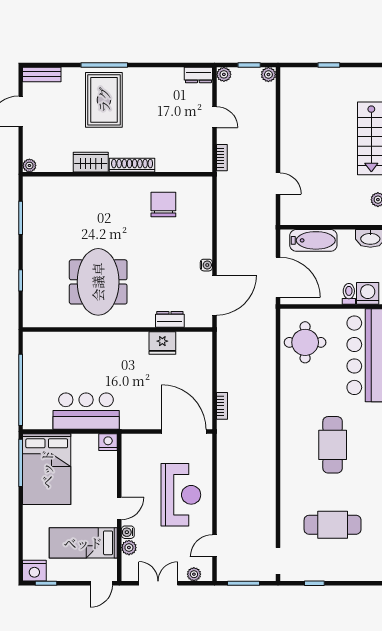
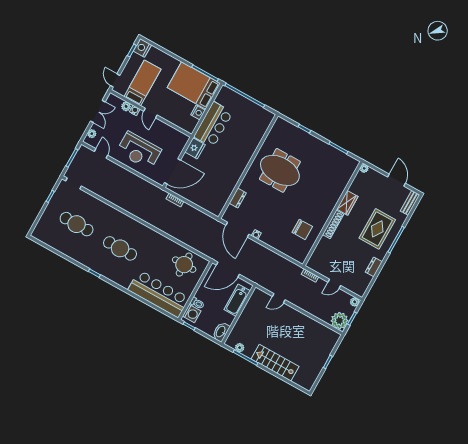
dresser: (198, 75) -> (374, 267), moved
plant: (268, 75) -> (339, 321), width x1.87, depth x1.87
rug: (104, 100) -> (377, 229), turned 90
fridge: (162, 343) -> (195, 148), moved, turned 180
nightstand: (108, 442) -> (198, 112), moved
cafe table: (333, 525) -> (77, 224), turned 90

